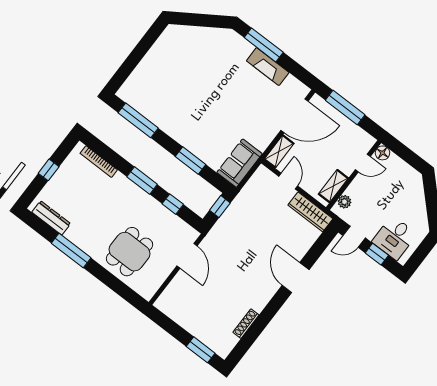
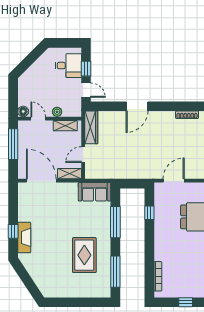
window: (264, 45) -> (13, 231), width x0.46
fireplace: (268, 67) -> (24, 237), moved
rug: (181, 101) -> (84, 255), added
window: (345, 107) -> (13, 144), moved
window: (191, 161) -> (115, 222), width x1.44
window: (142, 181) -> (149, 242), removed
plant: (344, 202) -> (57, 112), moved
window: (220, 207) -> (129, 184), removed

